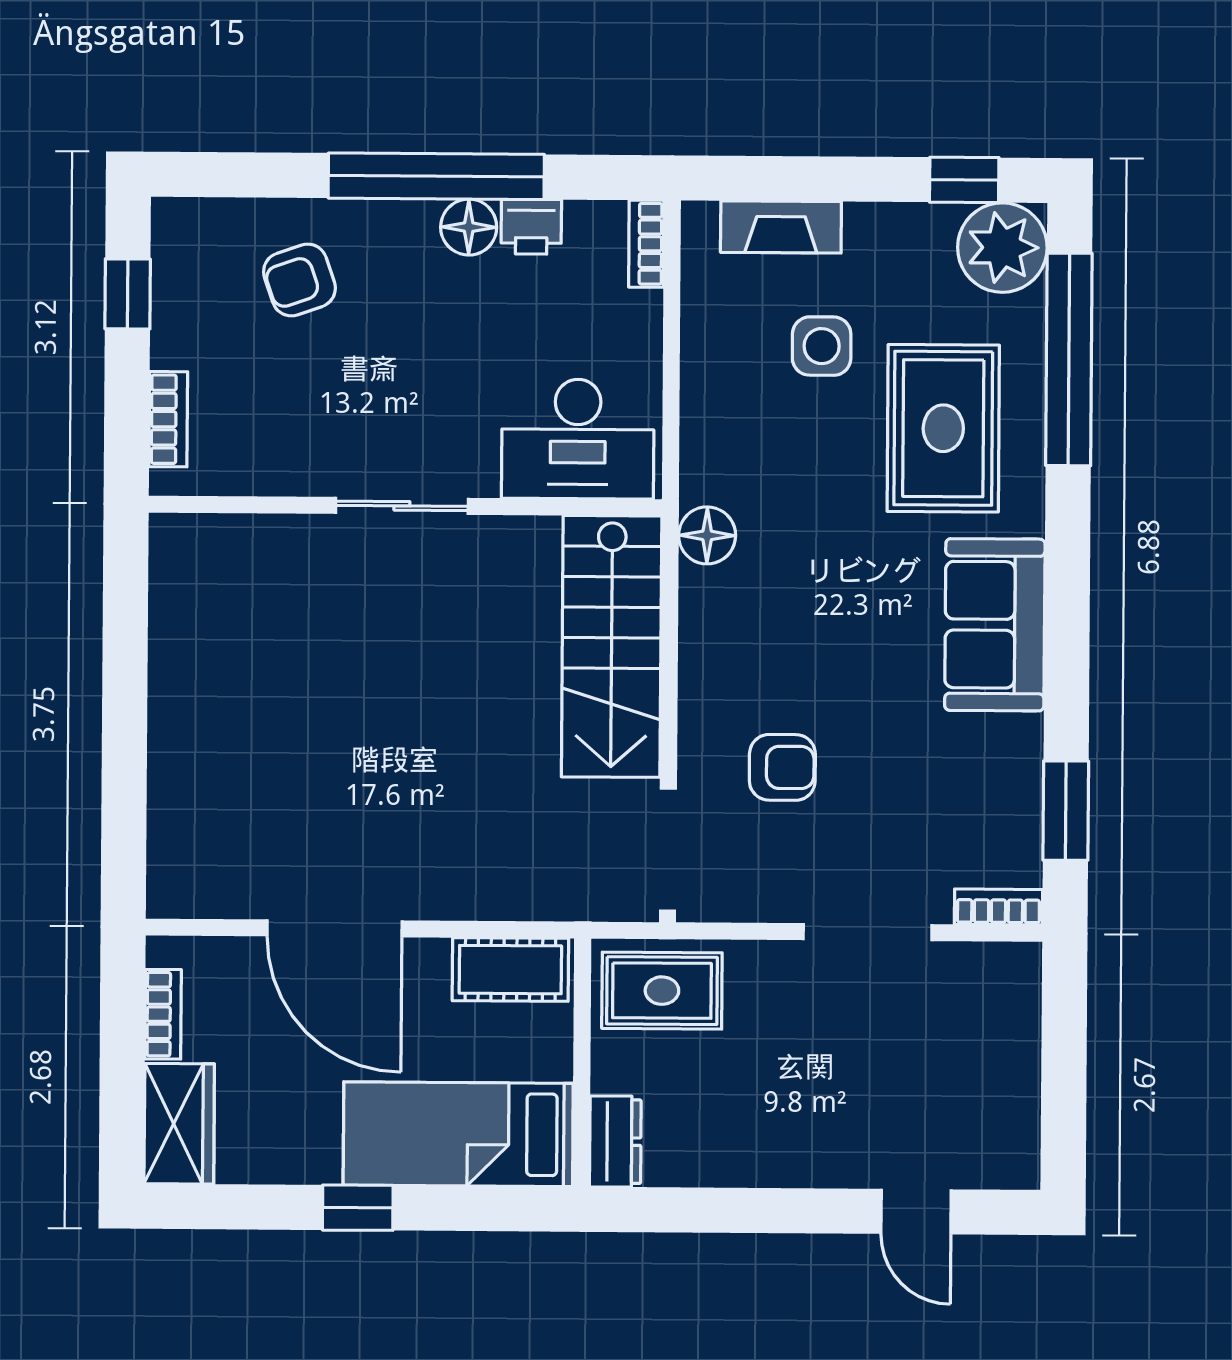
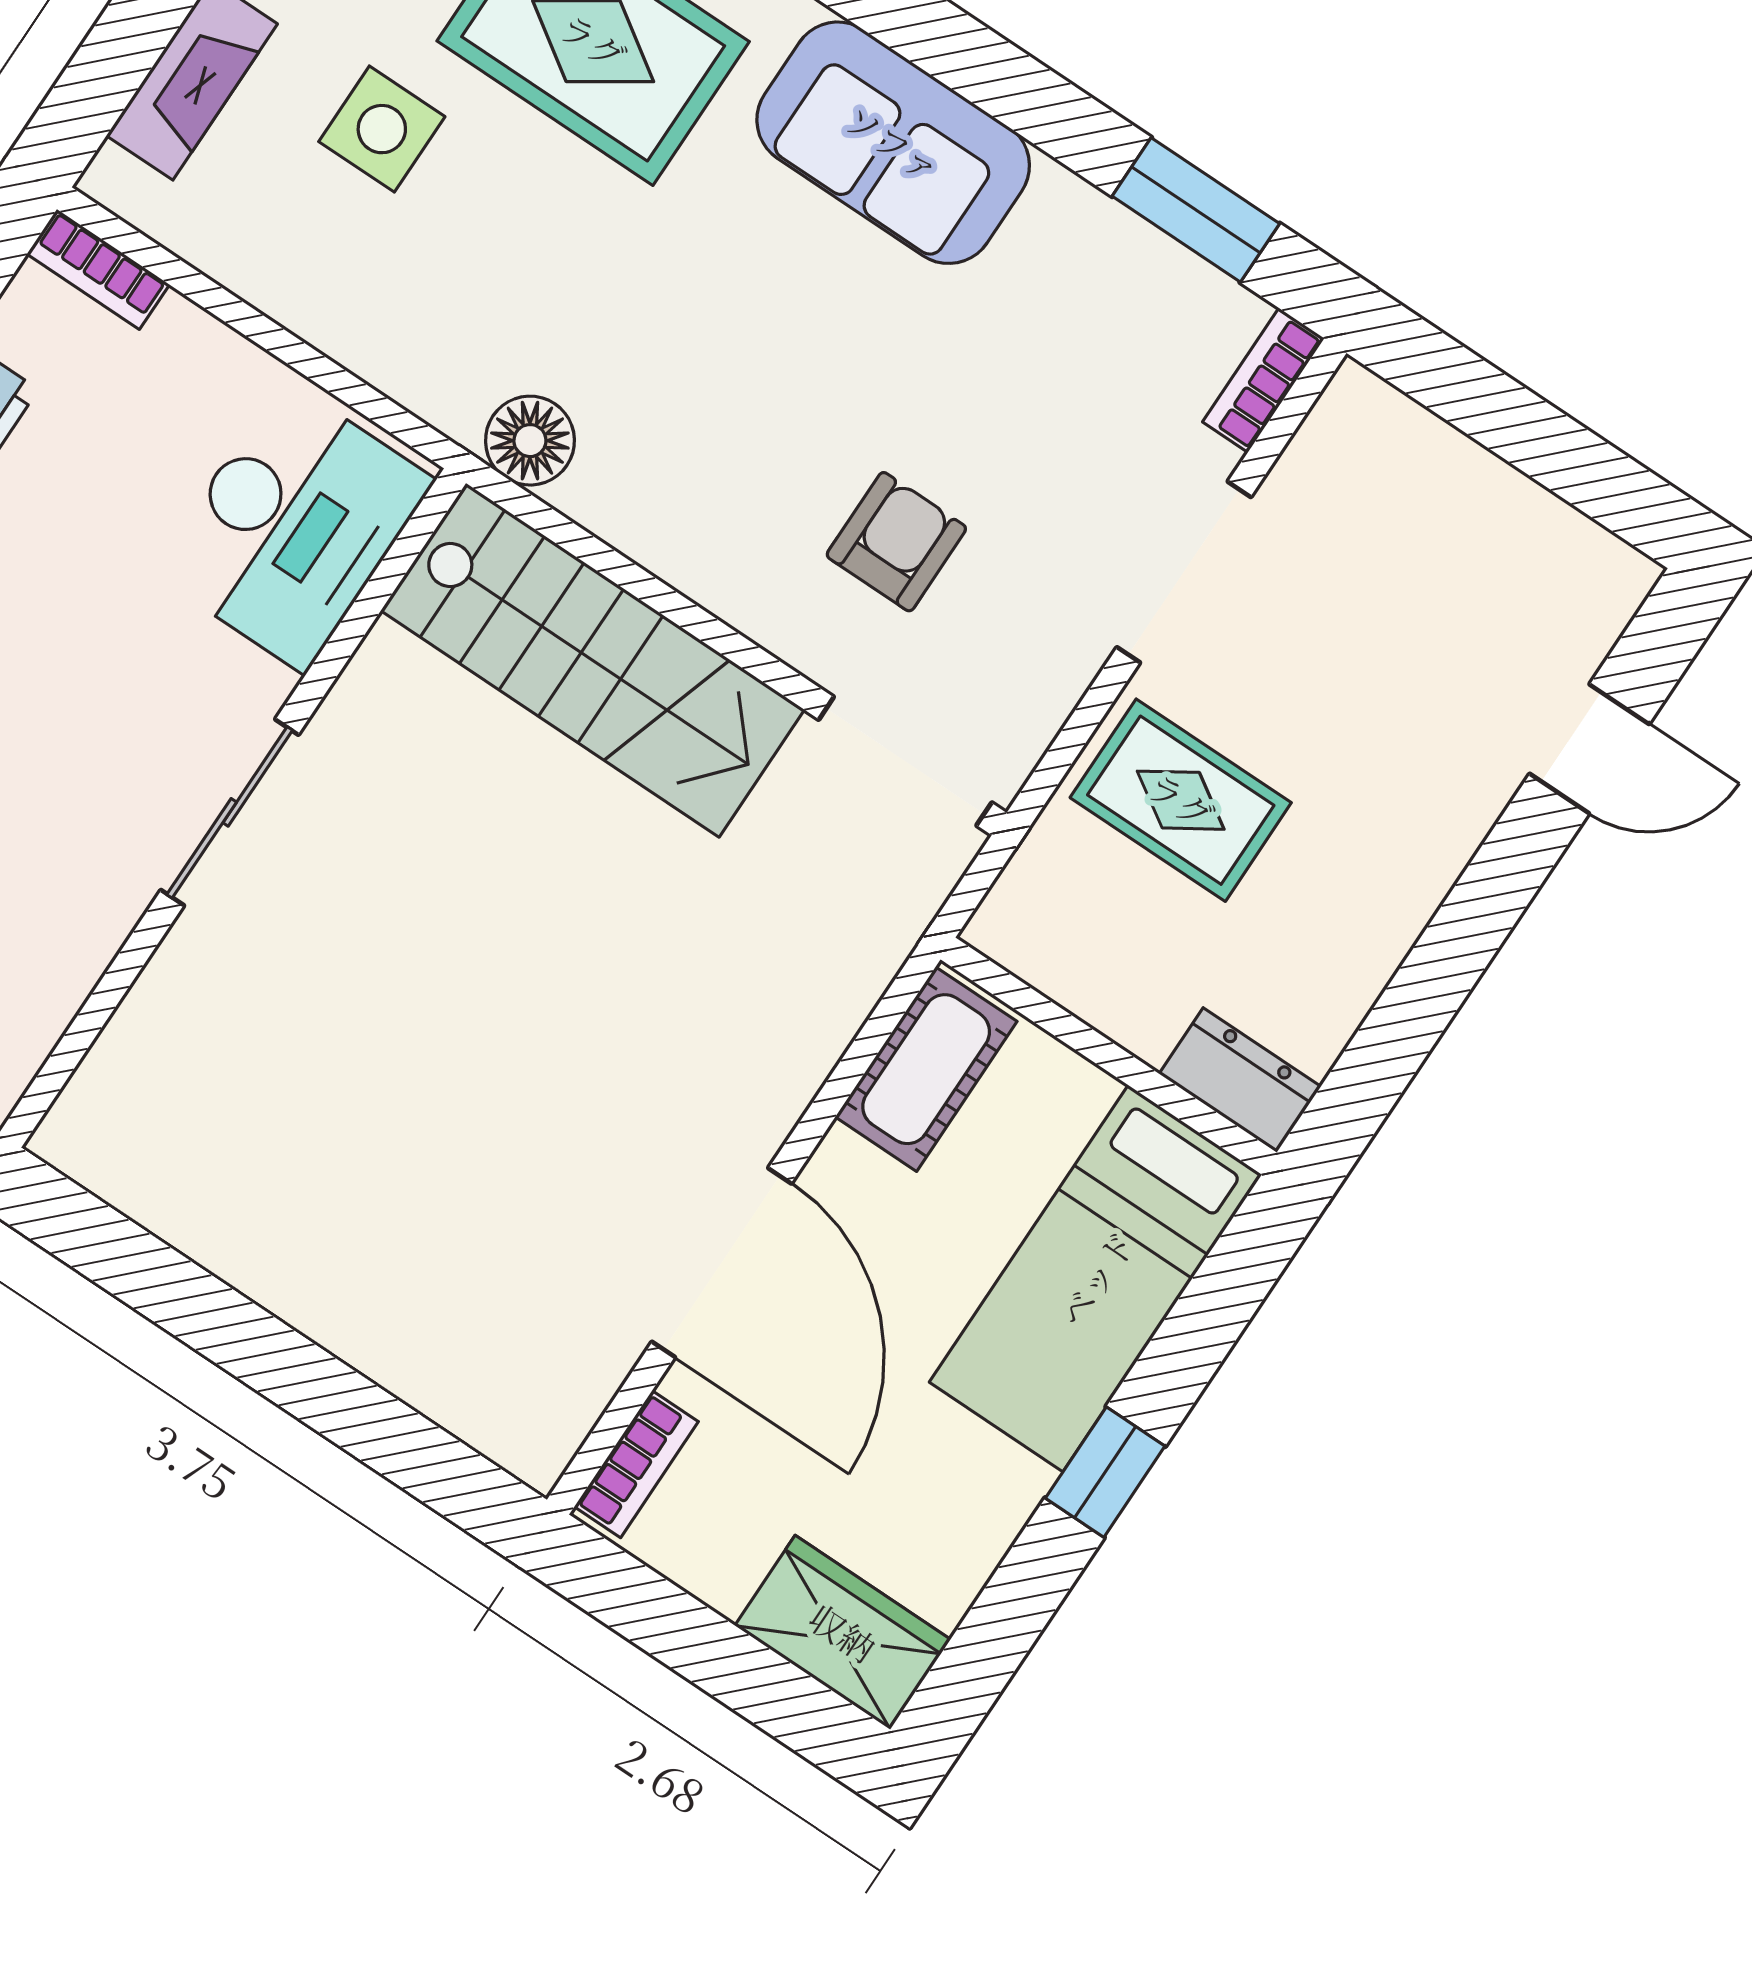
door: (335, 928) -> (722, 1263), hinge flipped
rug: (662, 991) -> (1181, 800), moved, turned 90
bookcase: (163, 1014) -> (636, 1464), moved, turned 90

